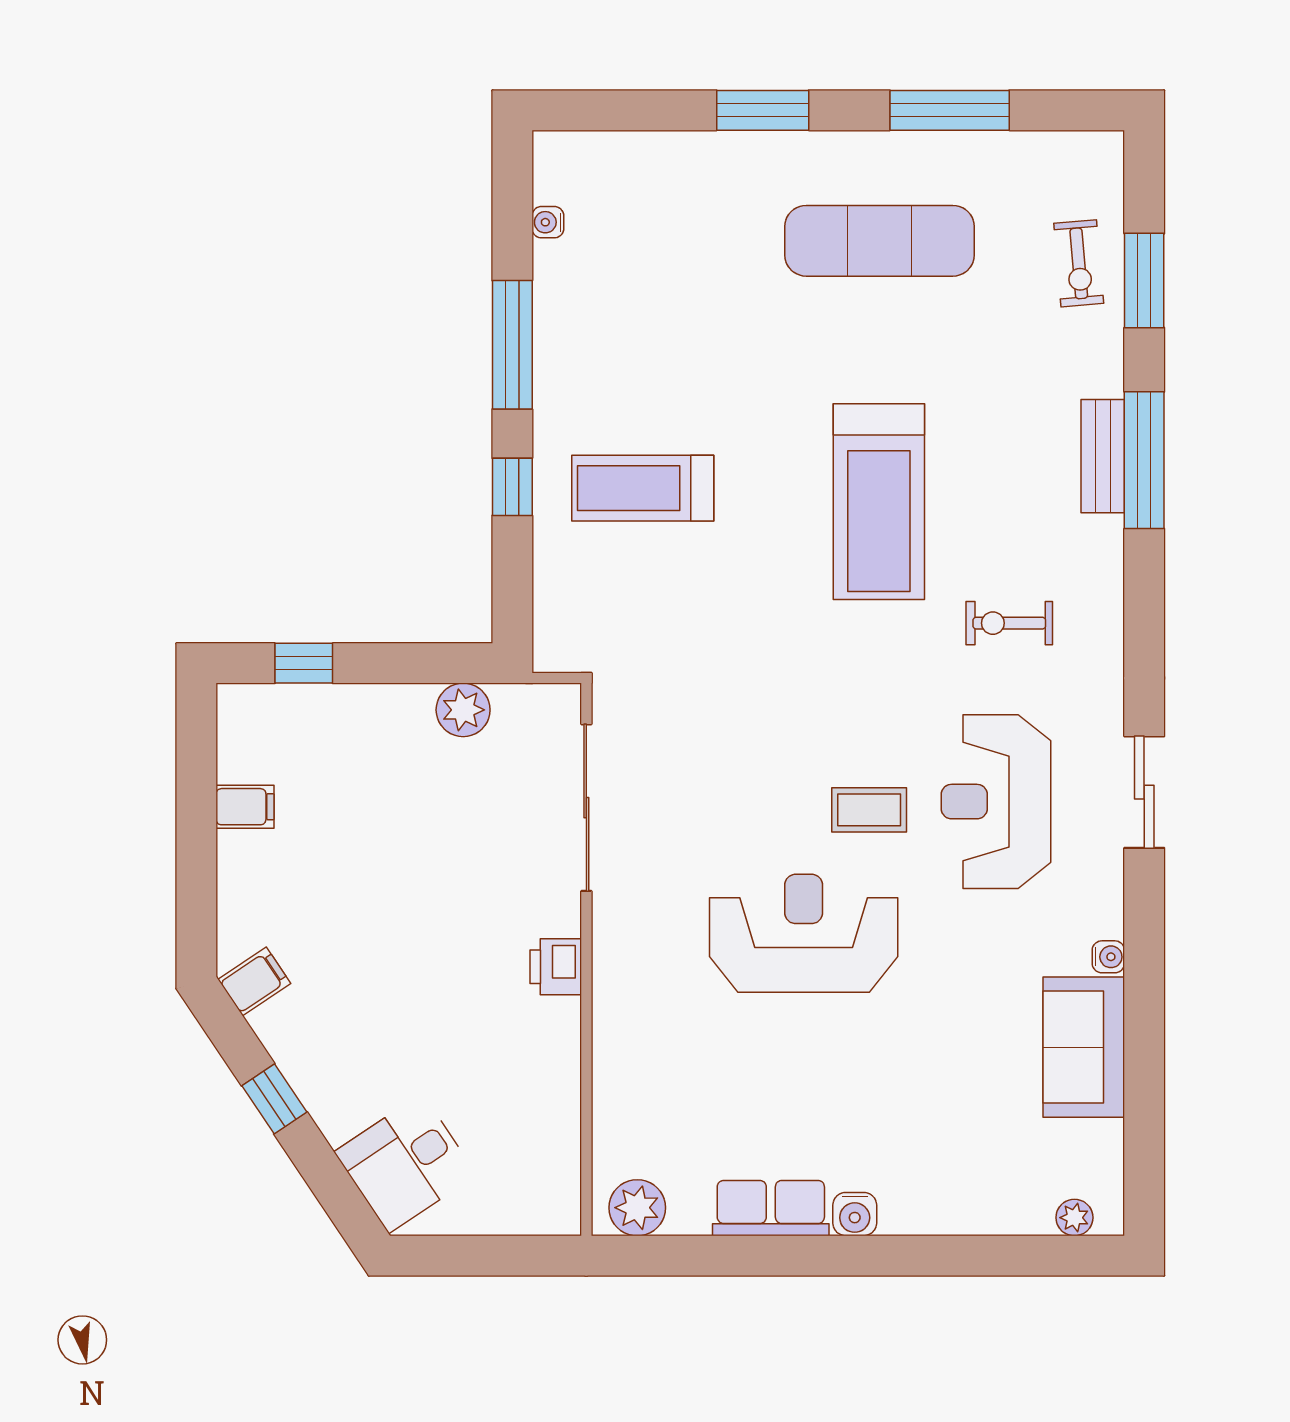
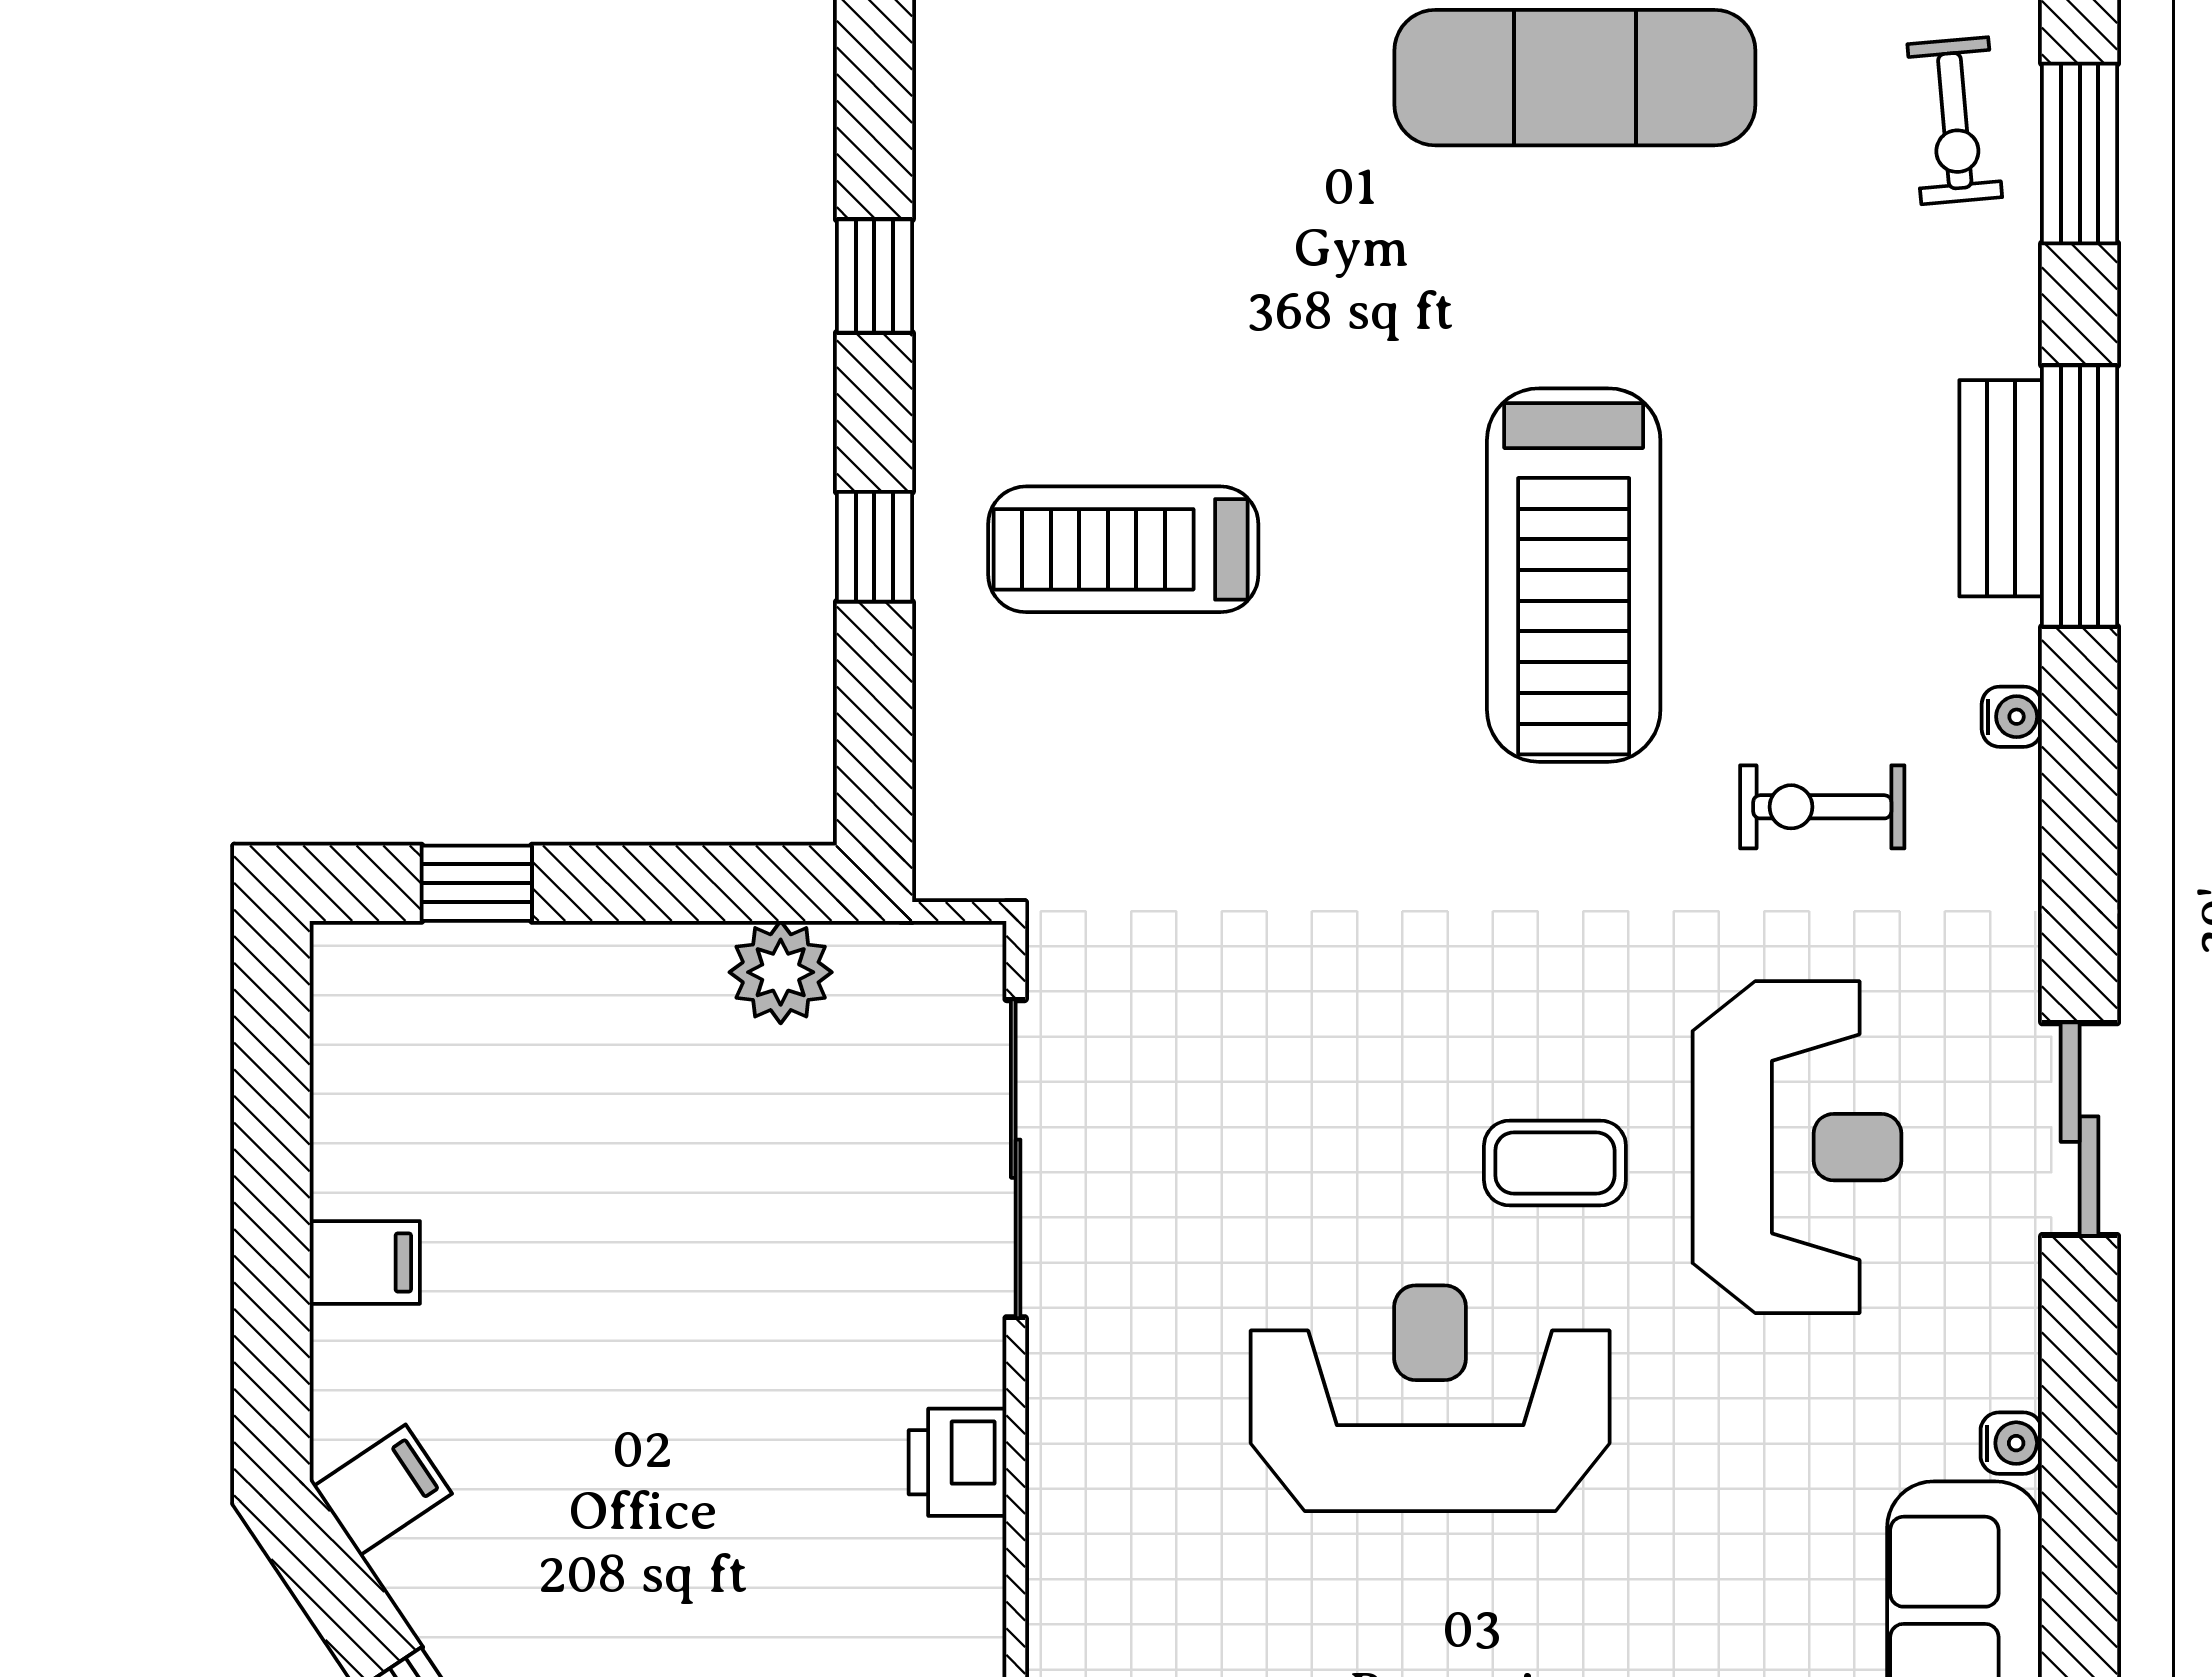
water cooler: (548, 222) -> (2012, 717), moved, turned 180
window: (512, 345) -> (874, 276), width x0.46
reception desk: (996, 802) -> (1797, 1147), turned 180
filing cabinet: (245, 807) -> (365, 1262), moved

